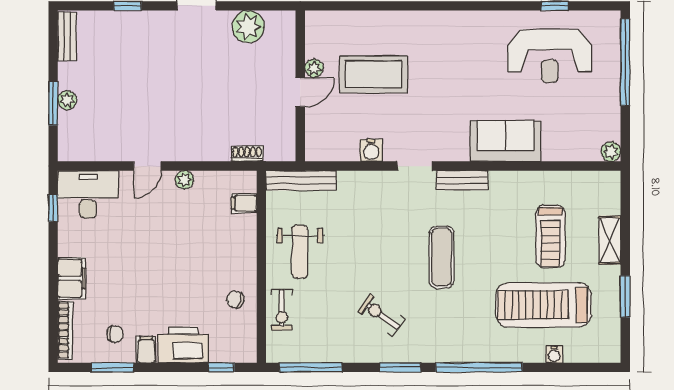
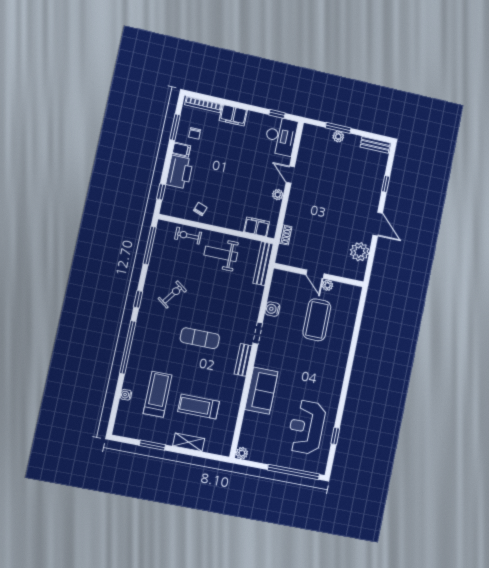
filing cabinet: (244, 203) -> (257, 227), width x2.00
treadmill: (544, 305) -> (158, 394), width x0.73, depth x0.73
window: (400, 367) -> (138, 299), width x0.67

